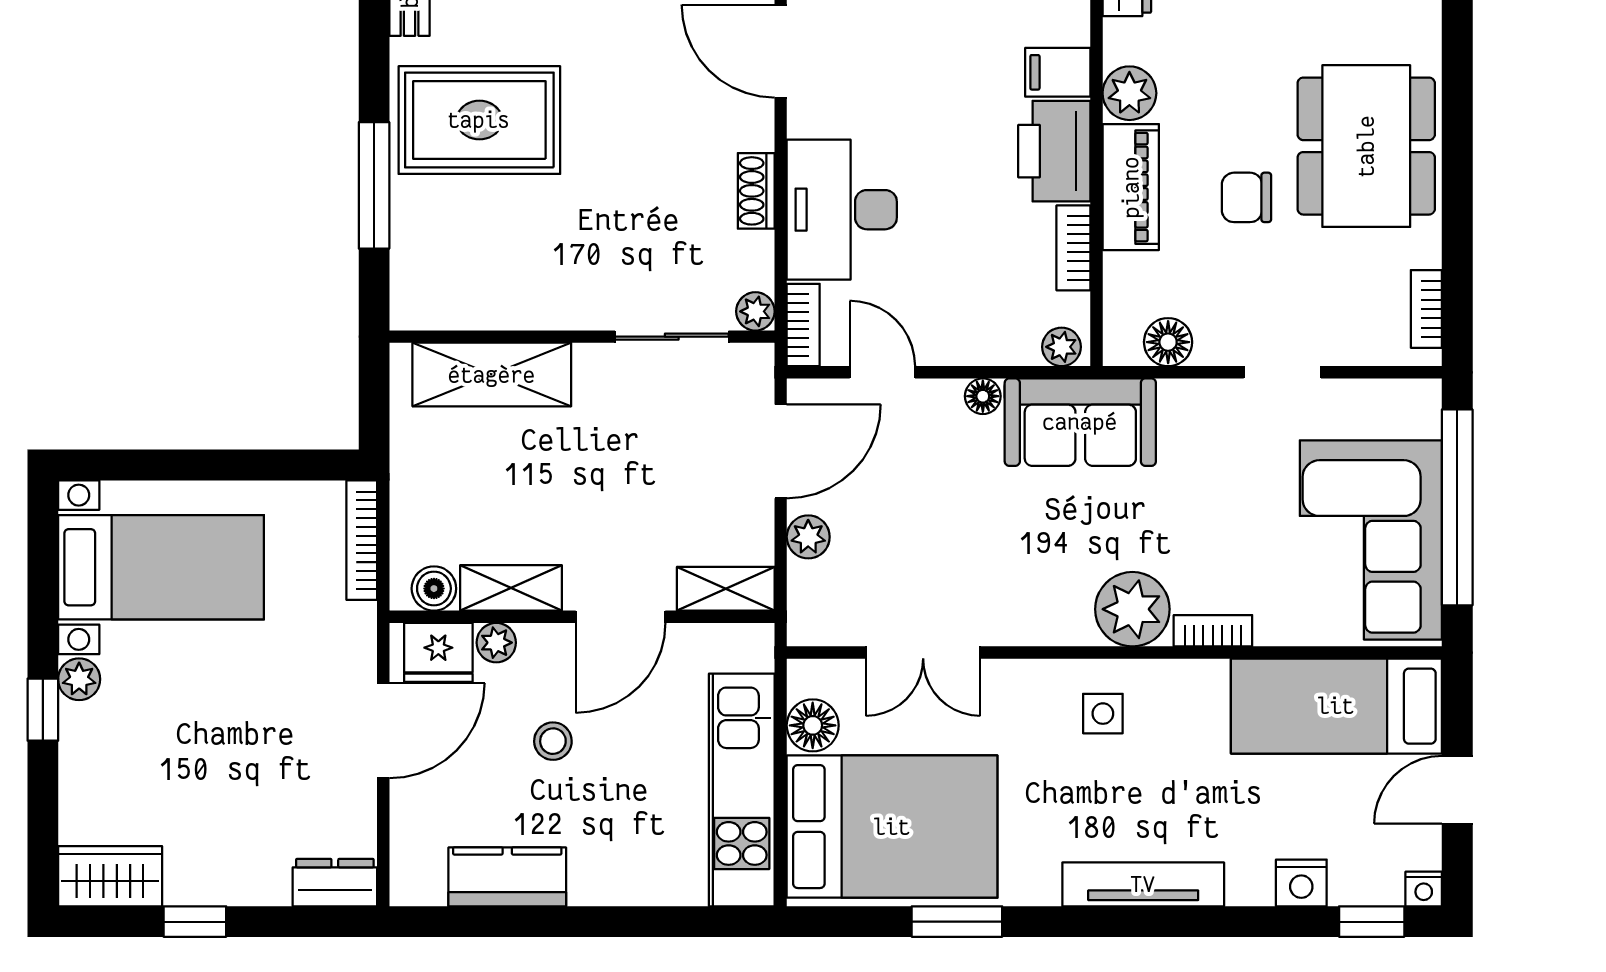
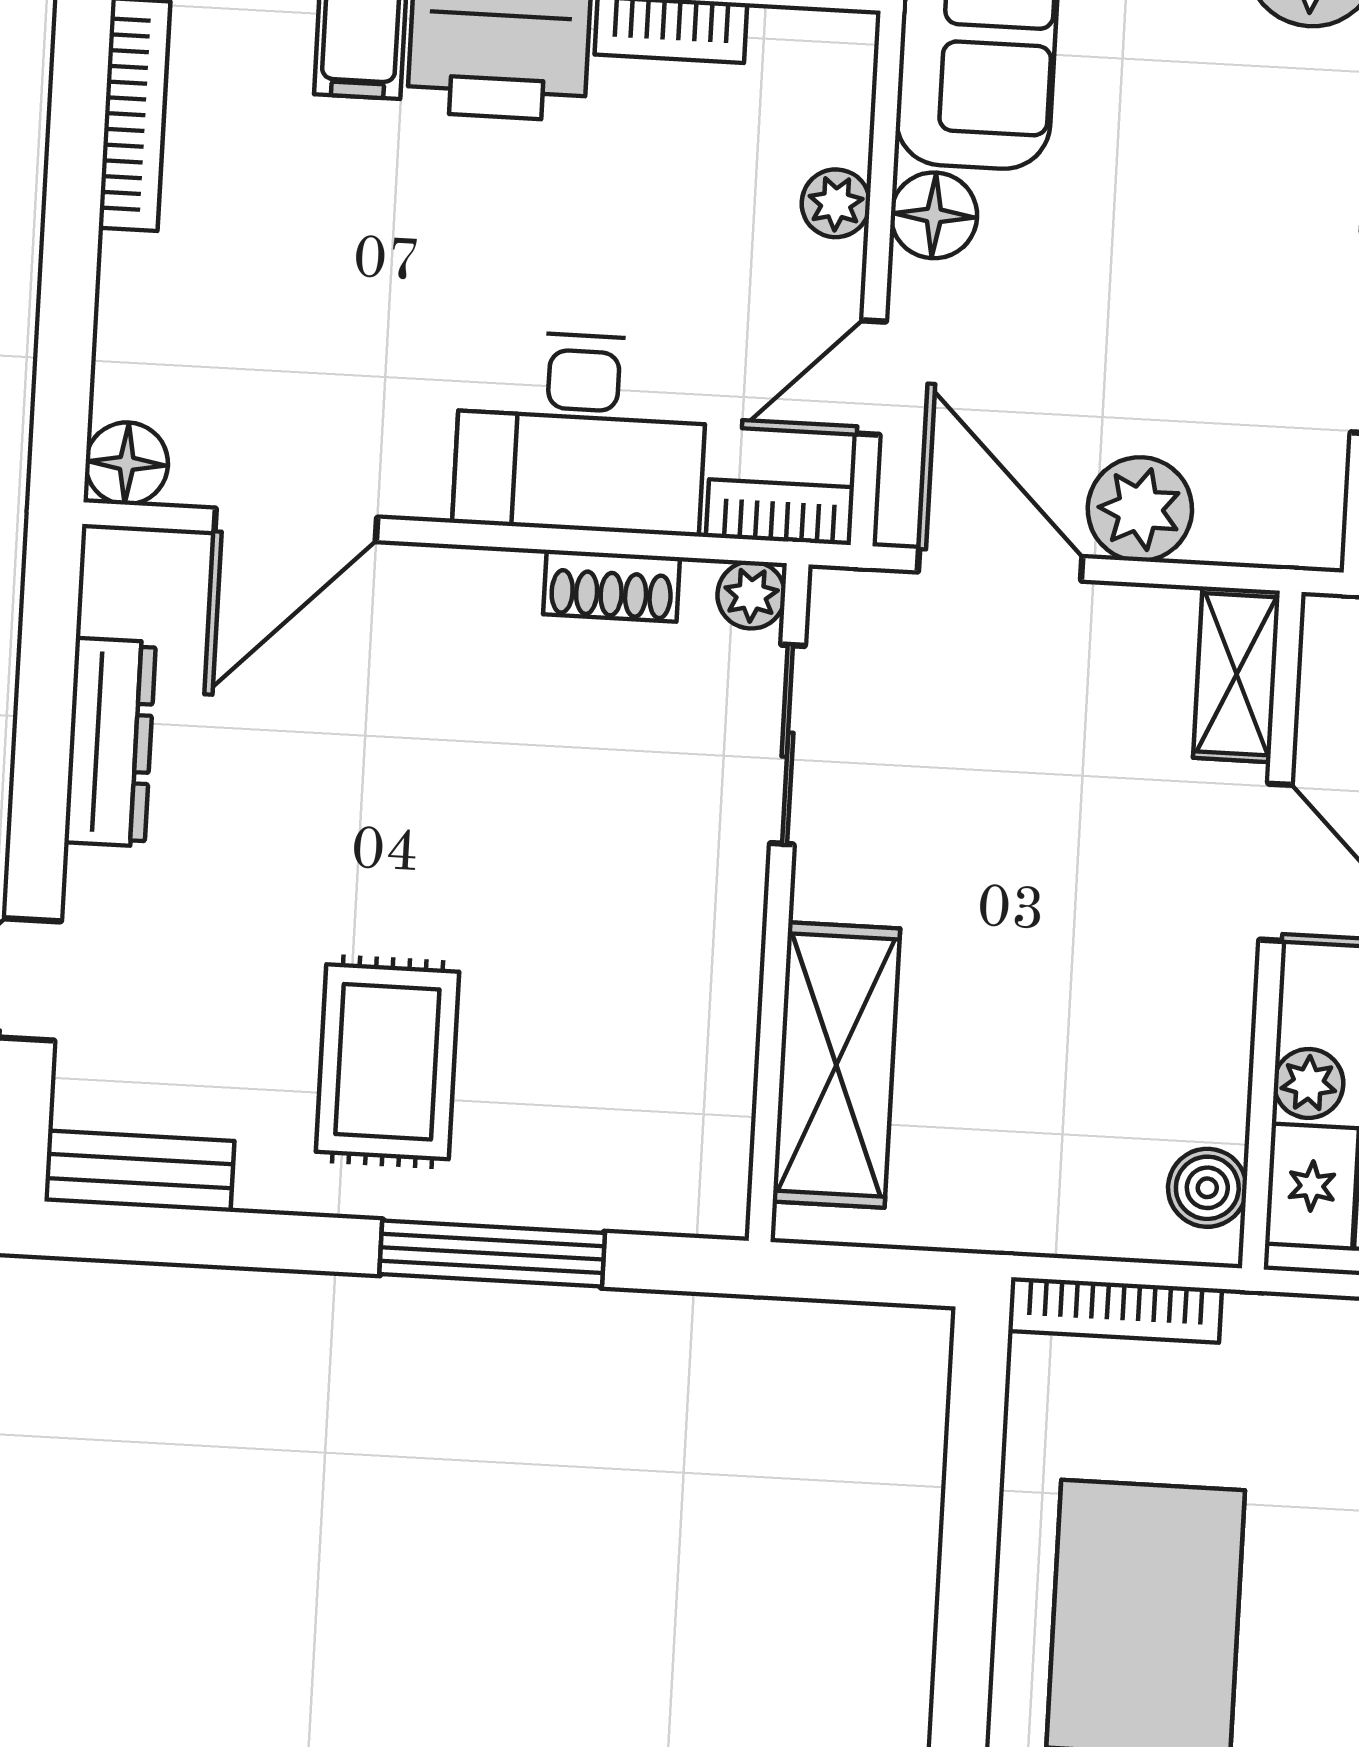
rug: (479, 120) -> (387, 1062), width x0.73, depth x0.70
shoe rack: (756, 191) -> (612, 586), moved
plant: (1062, 347) -> (836, 203), moved
floor lamp: (983, 396) -> (934, 215), width x1.37, depth x1.37
plant: (808, 537) -> (1140, 509), width x1.38, depth x1.38
shelving: (511, 588) -> (1214, 1052), removed

